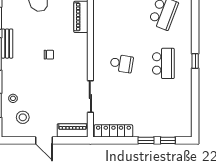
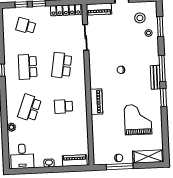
school desk: (122, 13) -> (63, 106), added
school desk: (122, 63) -> (62, 65), width x1.85
school desk: (163, 114) -> (26, 26), added

